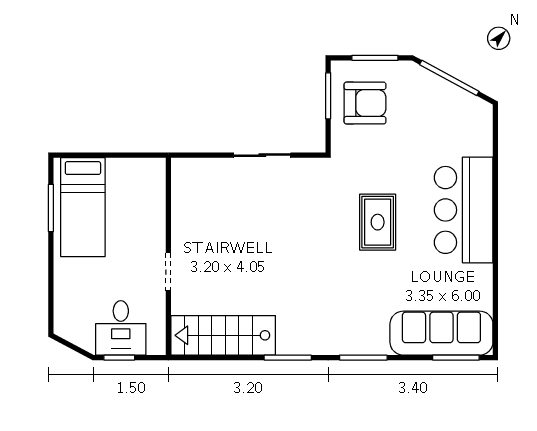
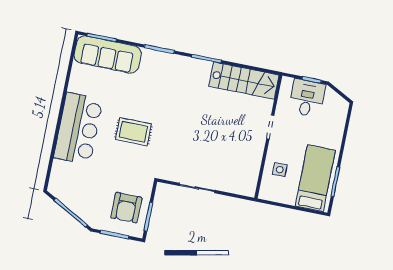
armchair: (365, 103) -> (126, 208), turned -90
side table: (140, 209) -> (280, 170), added
rug: (378, 222) -> (133, 132), turned 90

